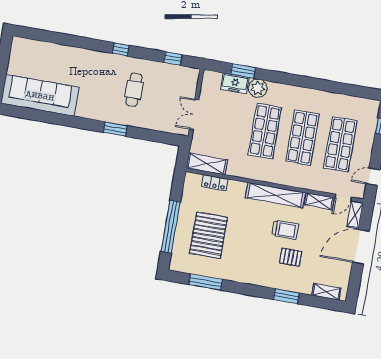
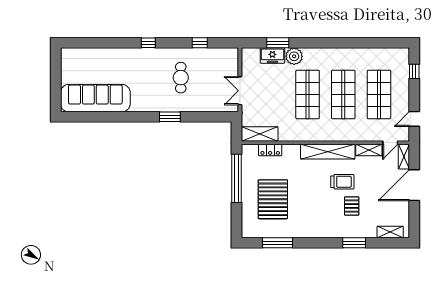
window: (121, 49) -> (148, 43), moved
window: (173, 59) -> (200, 43), moved
window: (171, 227) -> (236, 178), moved
pallet: (291, 257) -> (352, 206), turned 90

